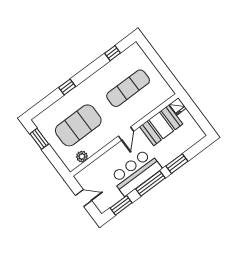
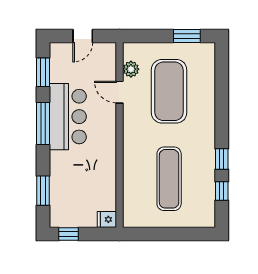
window: (67, 87) -> (222, 159), moved
window: (202, 122) -> (69, 234), added
booth: (161, 125) -> (99, 185), removed
door: (126, 134) -> (120, 92), moved
window: (177, 164) -> (43, 191), moved

